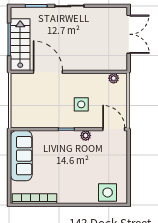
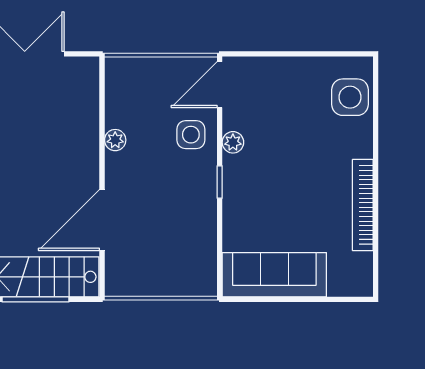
plant: (114, 78) -> (115, 140), moved
side table: (81, 104) -> (191, 135), moved
bookcase: (35, 199) -> (363, 205), moved

